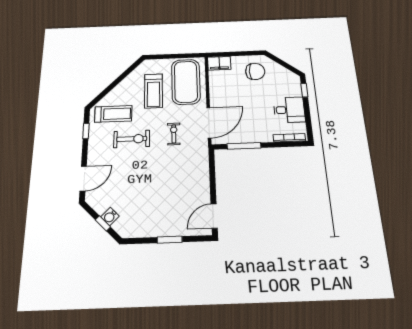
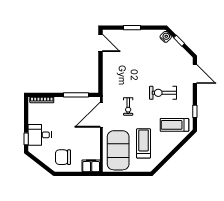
desk: (289, 110) -> (40, 135), moved
exercise bike: (132, 139) -> (163, 93), moved
door: (83, 179) -> (195, 74), swing flipped
door: (214, 216) -> (101, 43), hinge flipped
water cooler: (110, 217) -> (166, 37), moved

